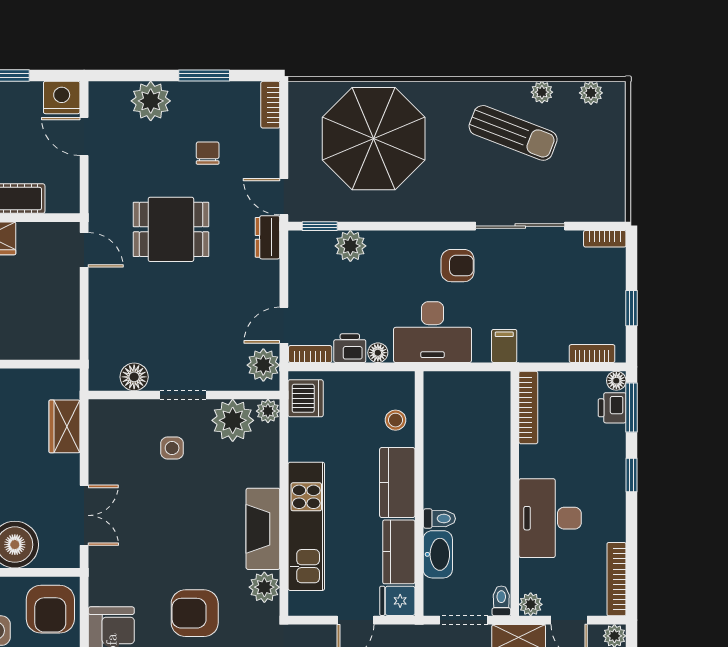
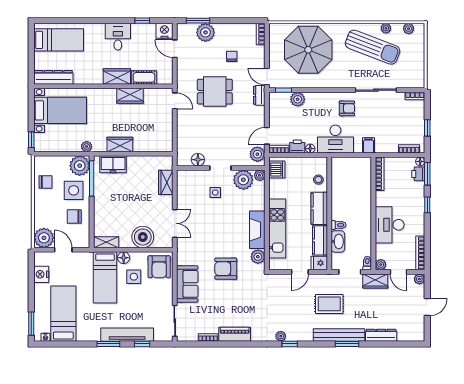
window: (204, 76) -> (198, 21), moved
sun lounger: (513, 133) -> (373, 47), width x1.36, depth x1.34

